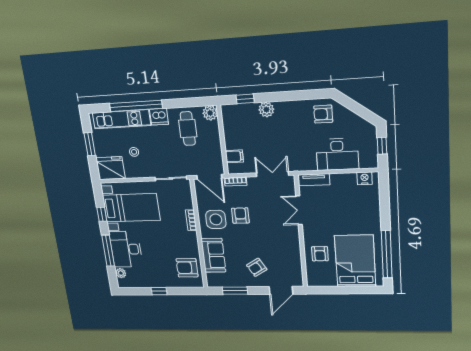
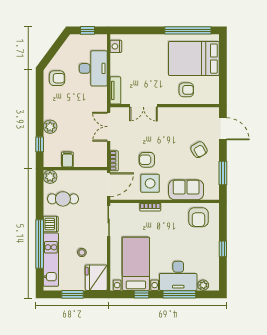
armchair: (323, 114) -> (57, 78), turned -90
filing cabinet: (234, 156) -> (67, 159), moved

